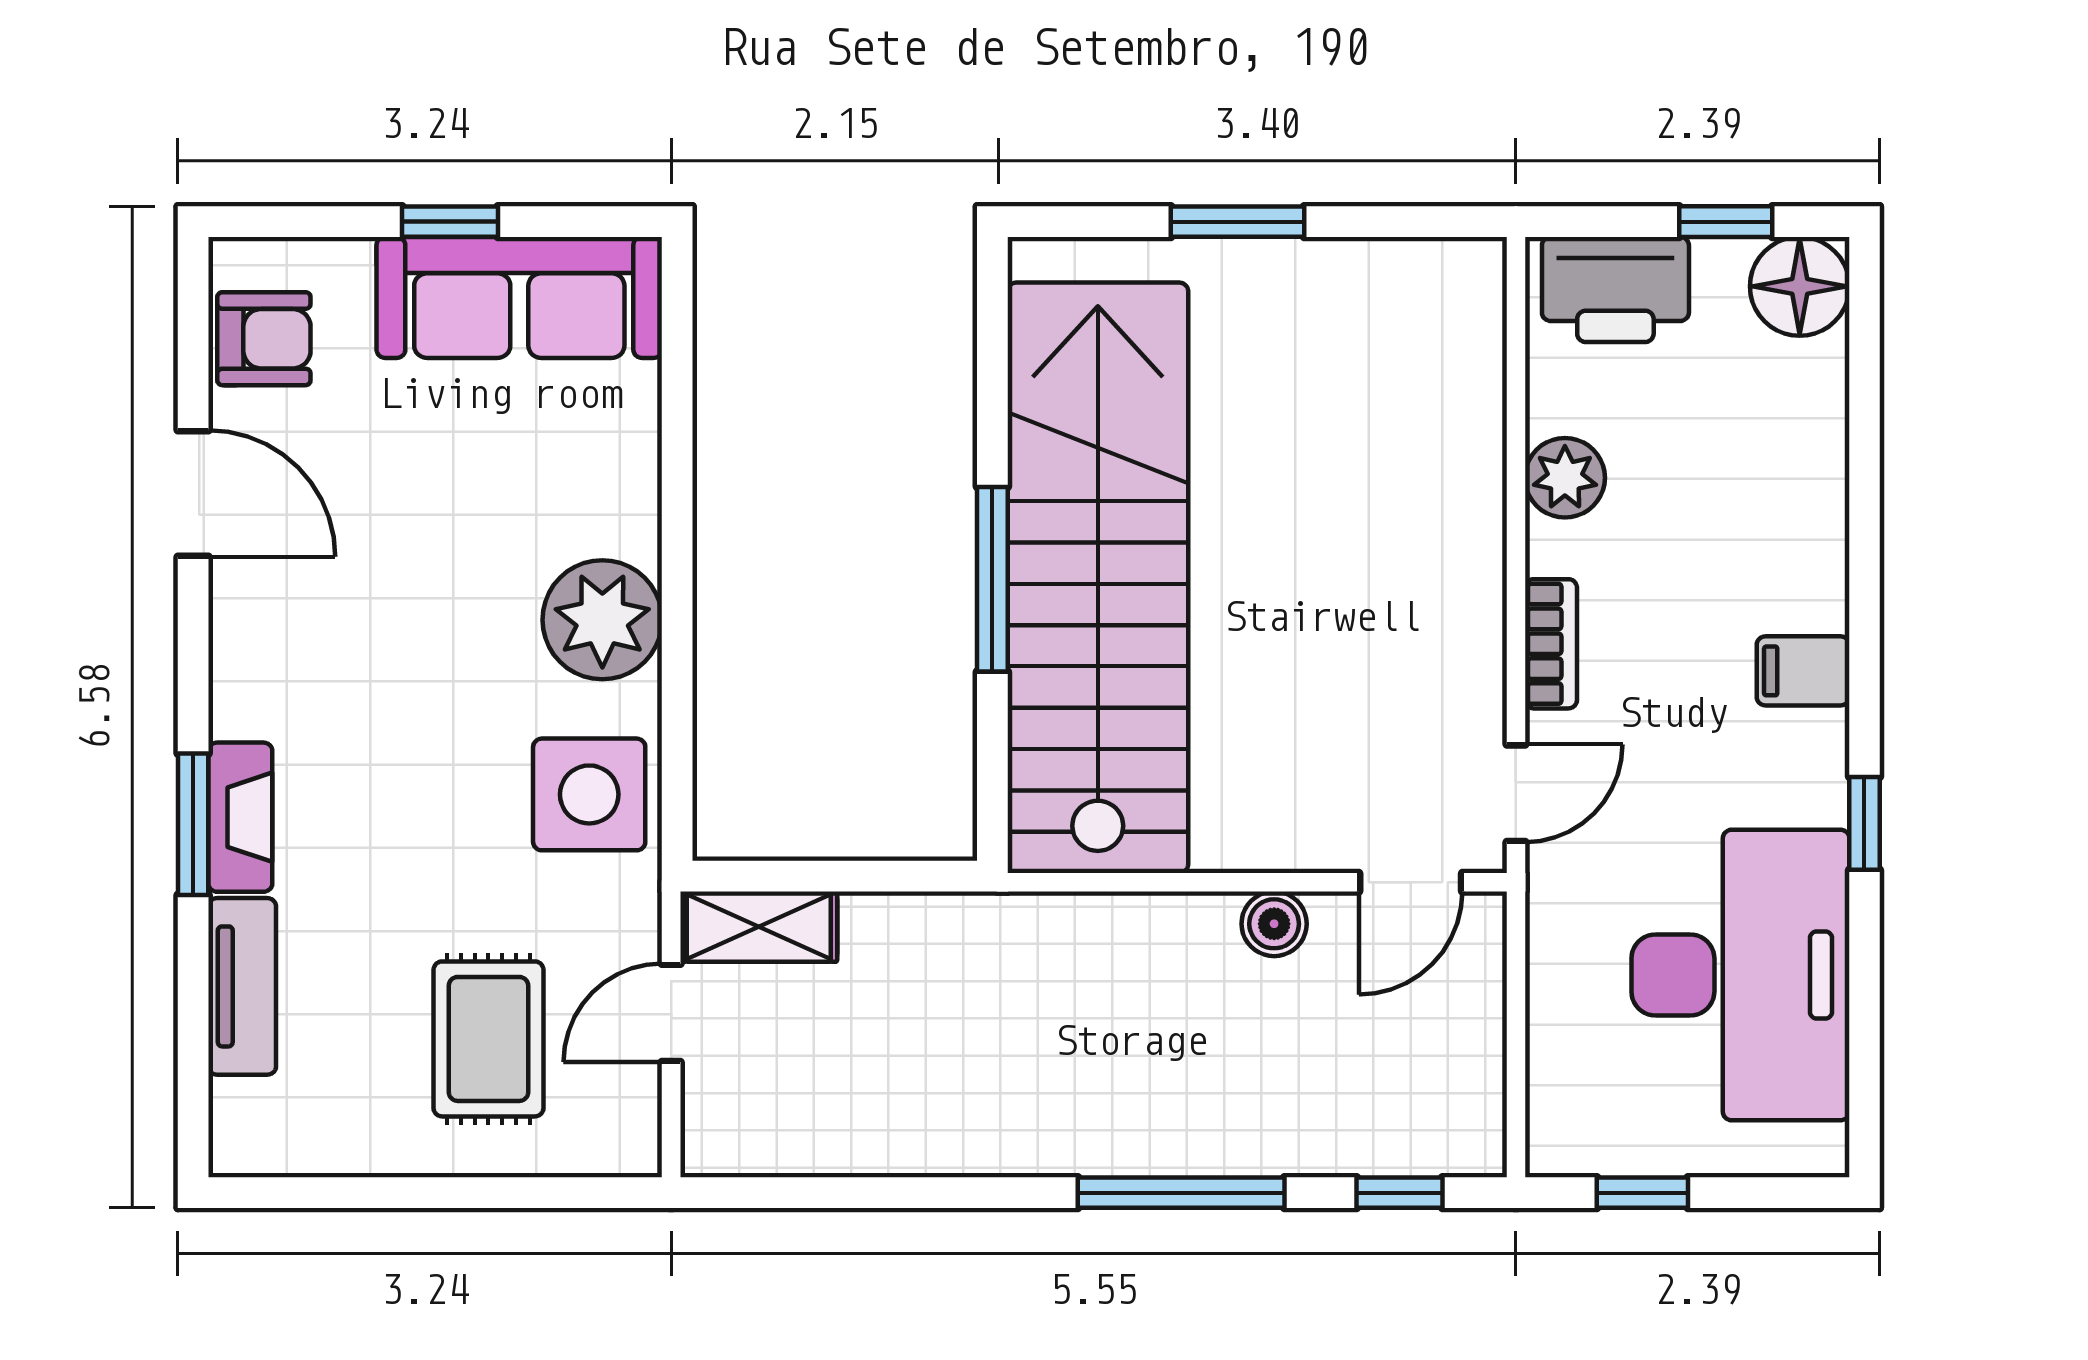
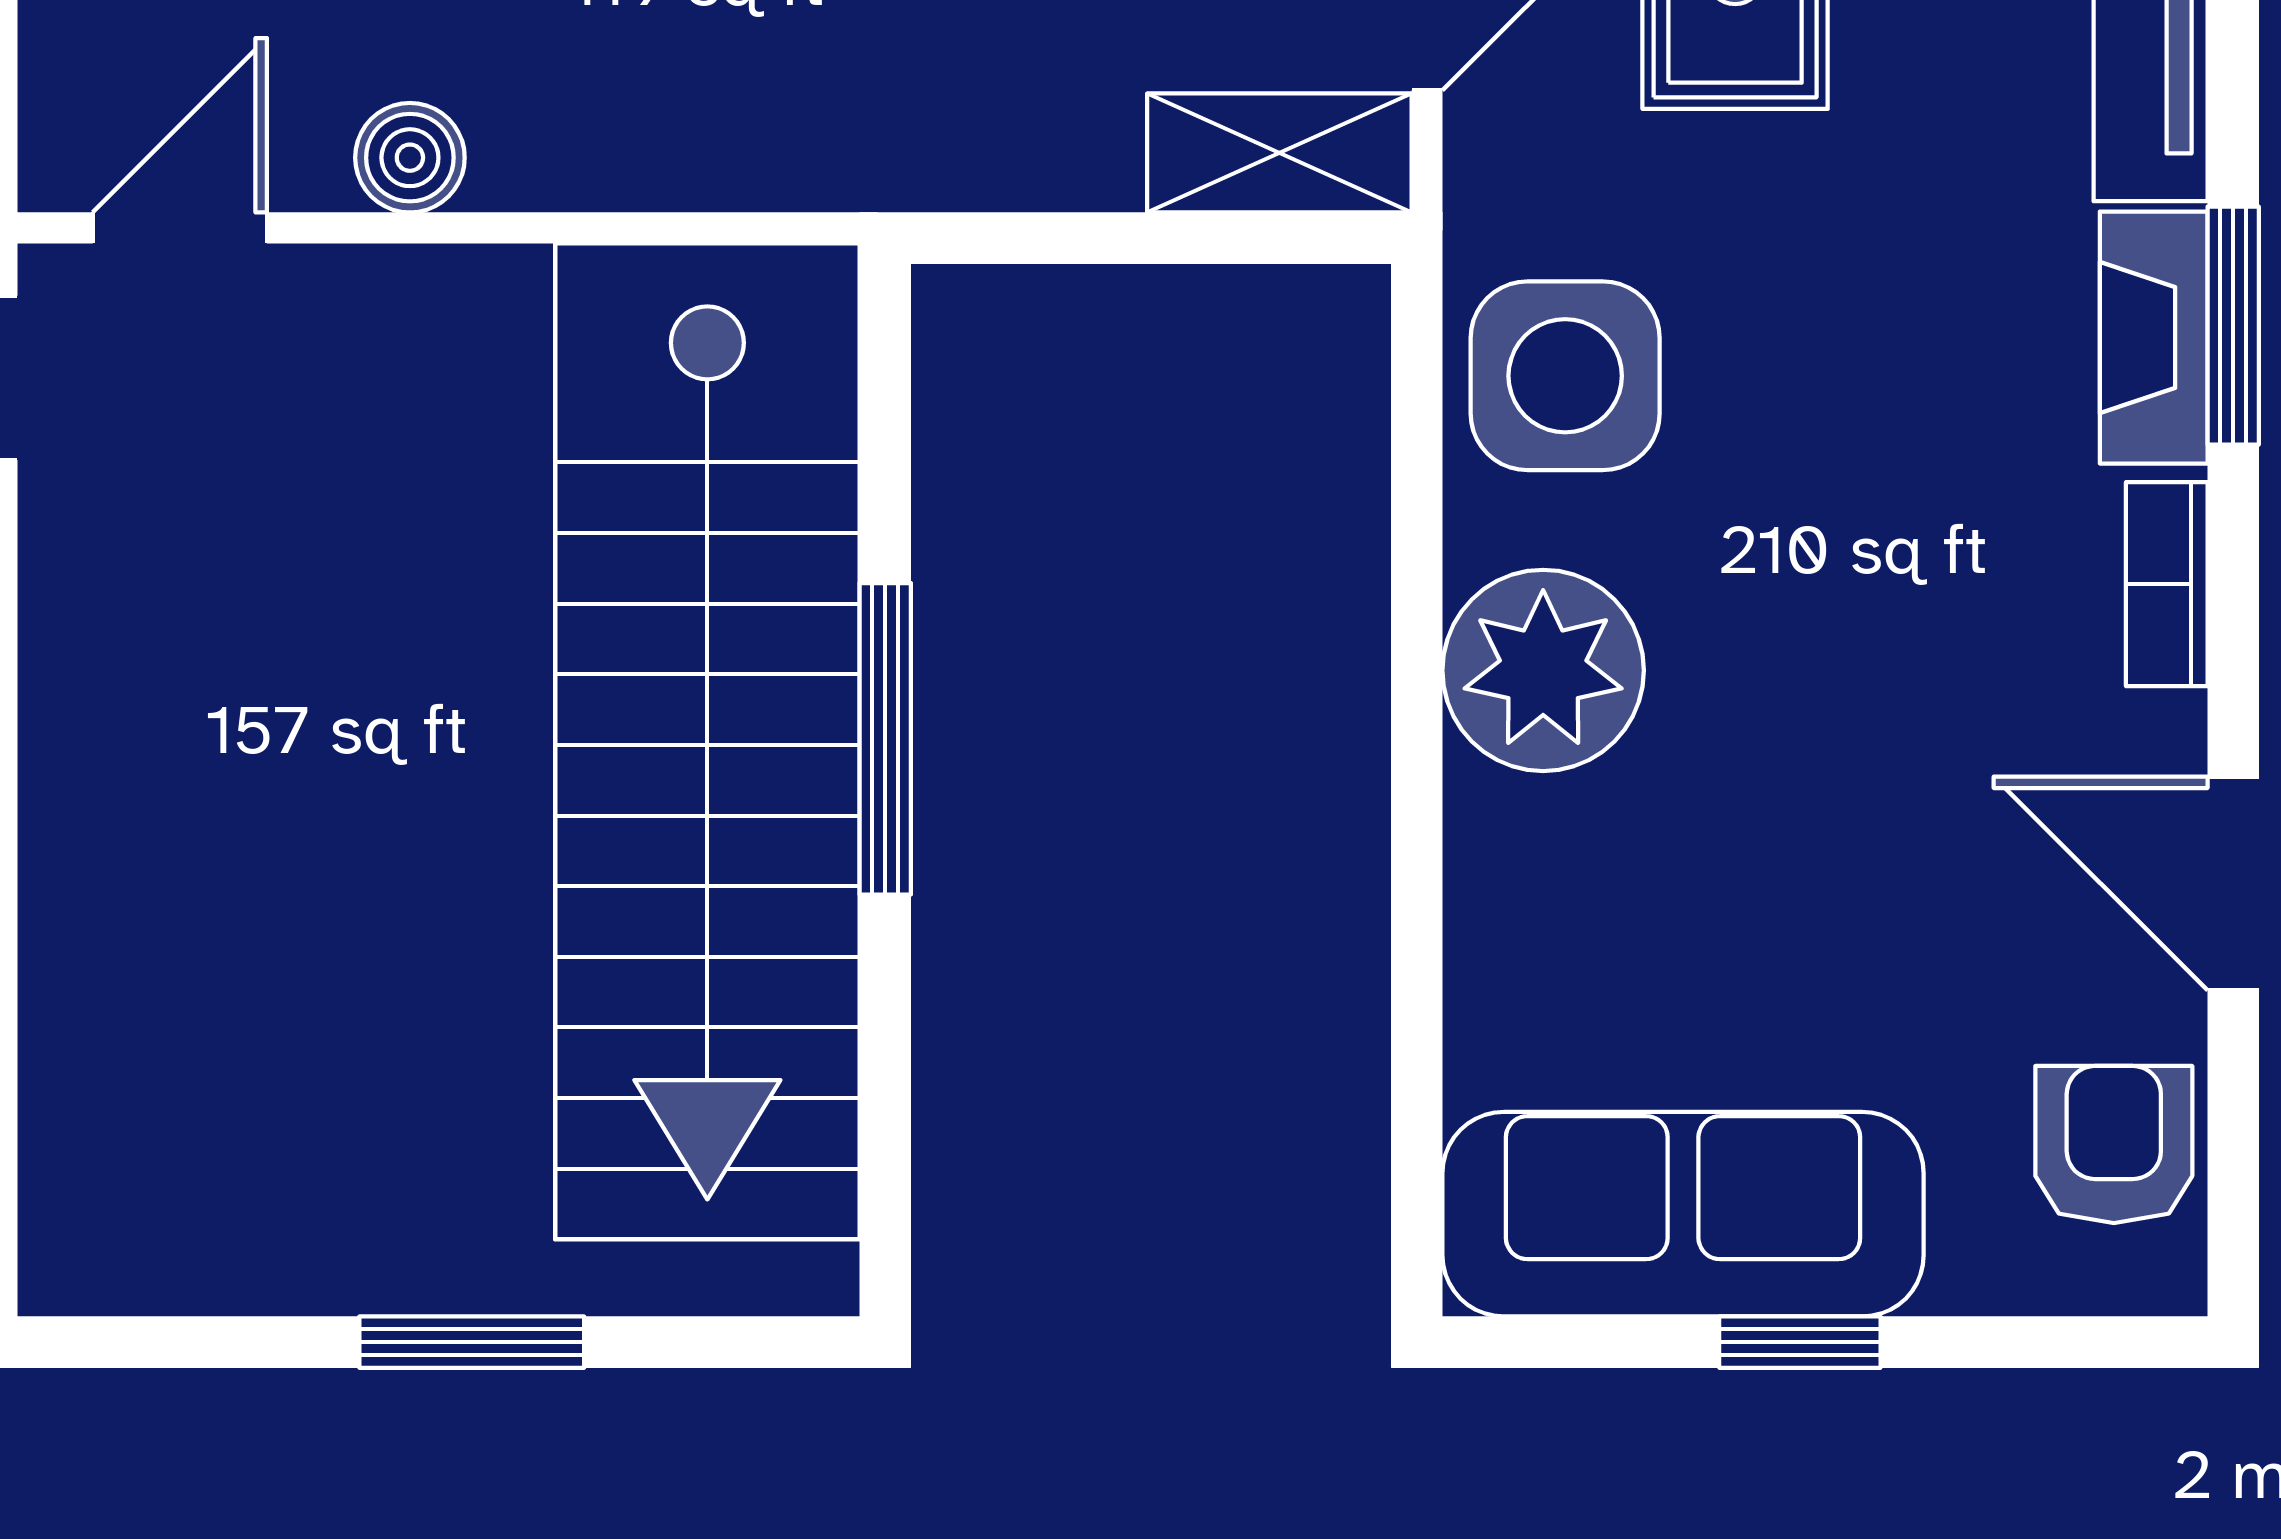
armchair: (264, 339) -> (2114, 1145), turned 90
bookcase: (233, 671) -> (2167, 584), added

